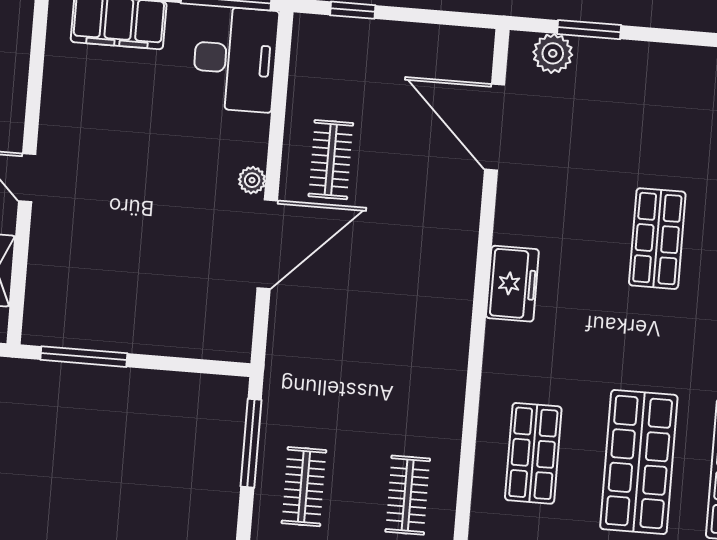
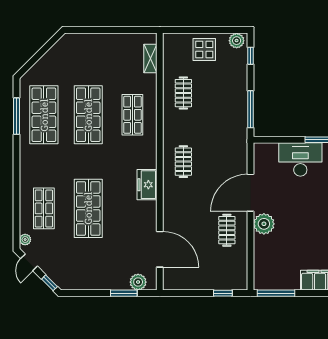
desk: (235, 59) -> (300, 159), moved, turned 90
plant: (252, 180) -> (264, 224), width x1.88, depth x1.88
shop shelf: (657, 239) -> (88, 208), width x1.43, depth x1.36
clothes rail: (304, 487) -> (183, 162), moved

